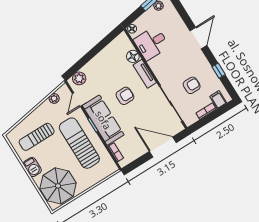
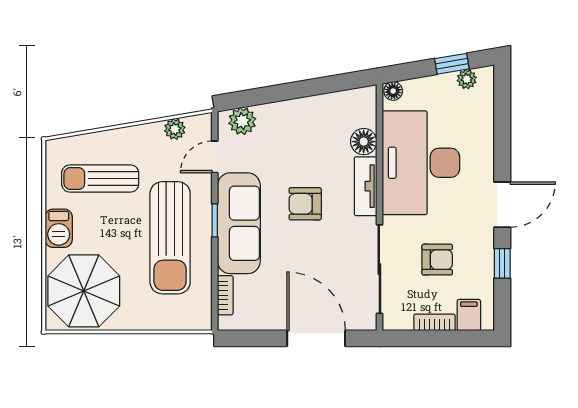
door: (198, 38) -> (502, 205), moved
desk: (151, 43) -> (421, 163), width x1.87, depth x1.30
armchair: (125, 96) -> (305, 204), turned 180
sun lounger: (79, 143) -> (170, 238), turned 180

